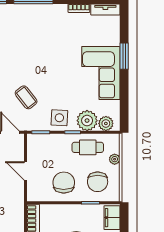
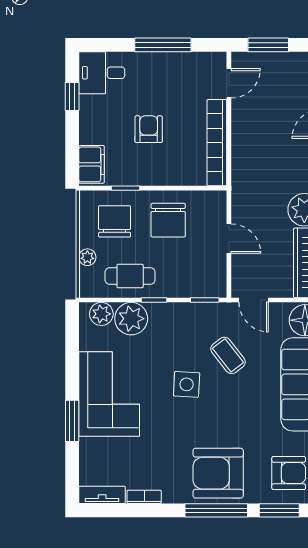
armchair: (32, 23) -> (218, 473), added
side table: (59, 118) -> (187, 384), moved

